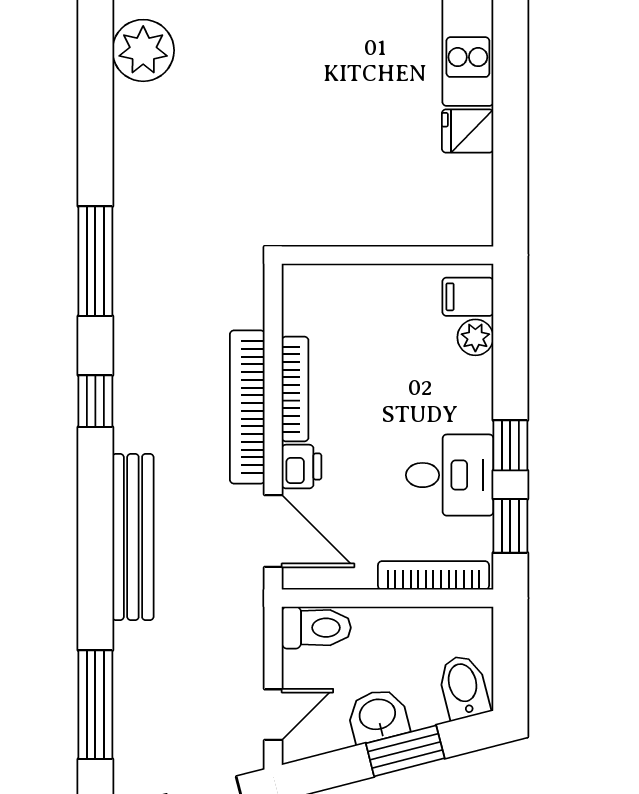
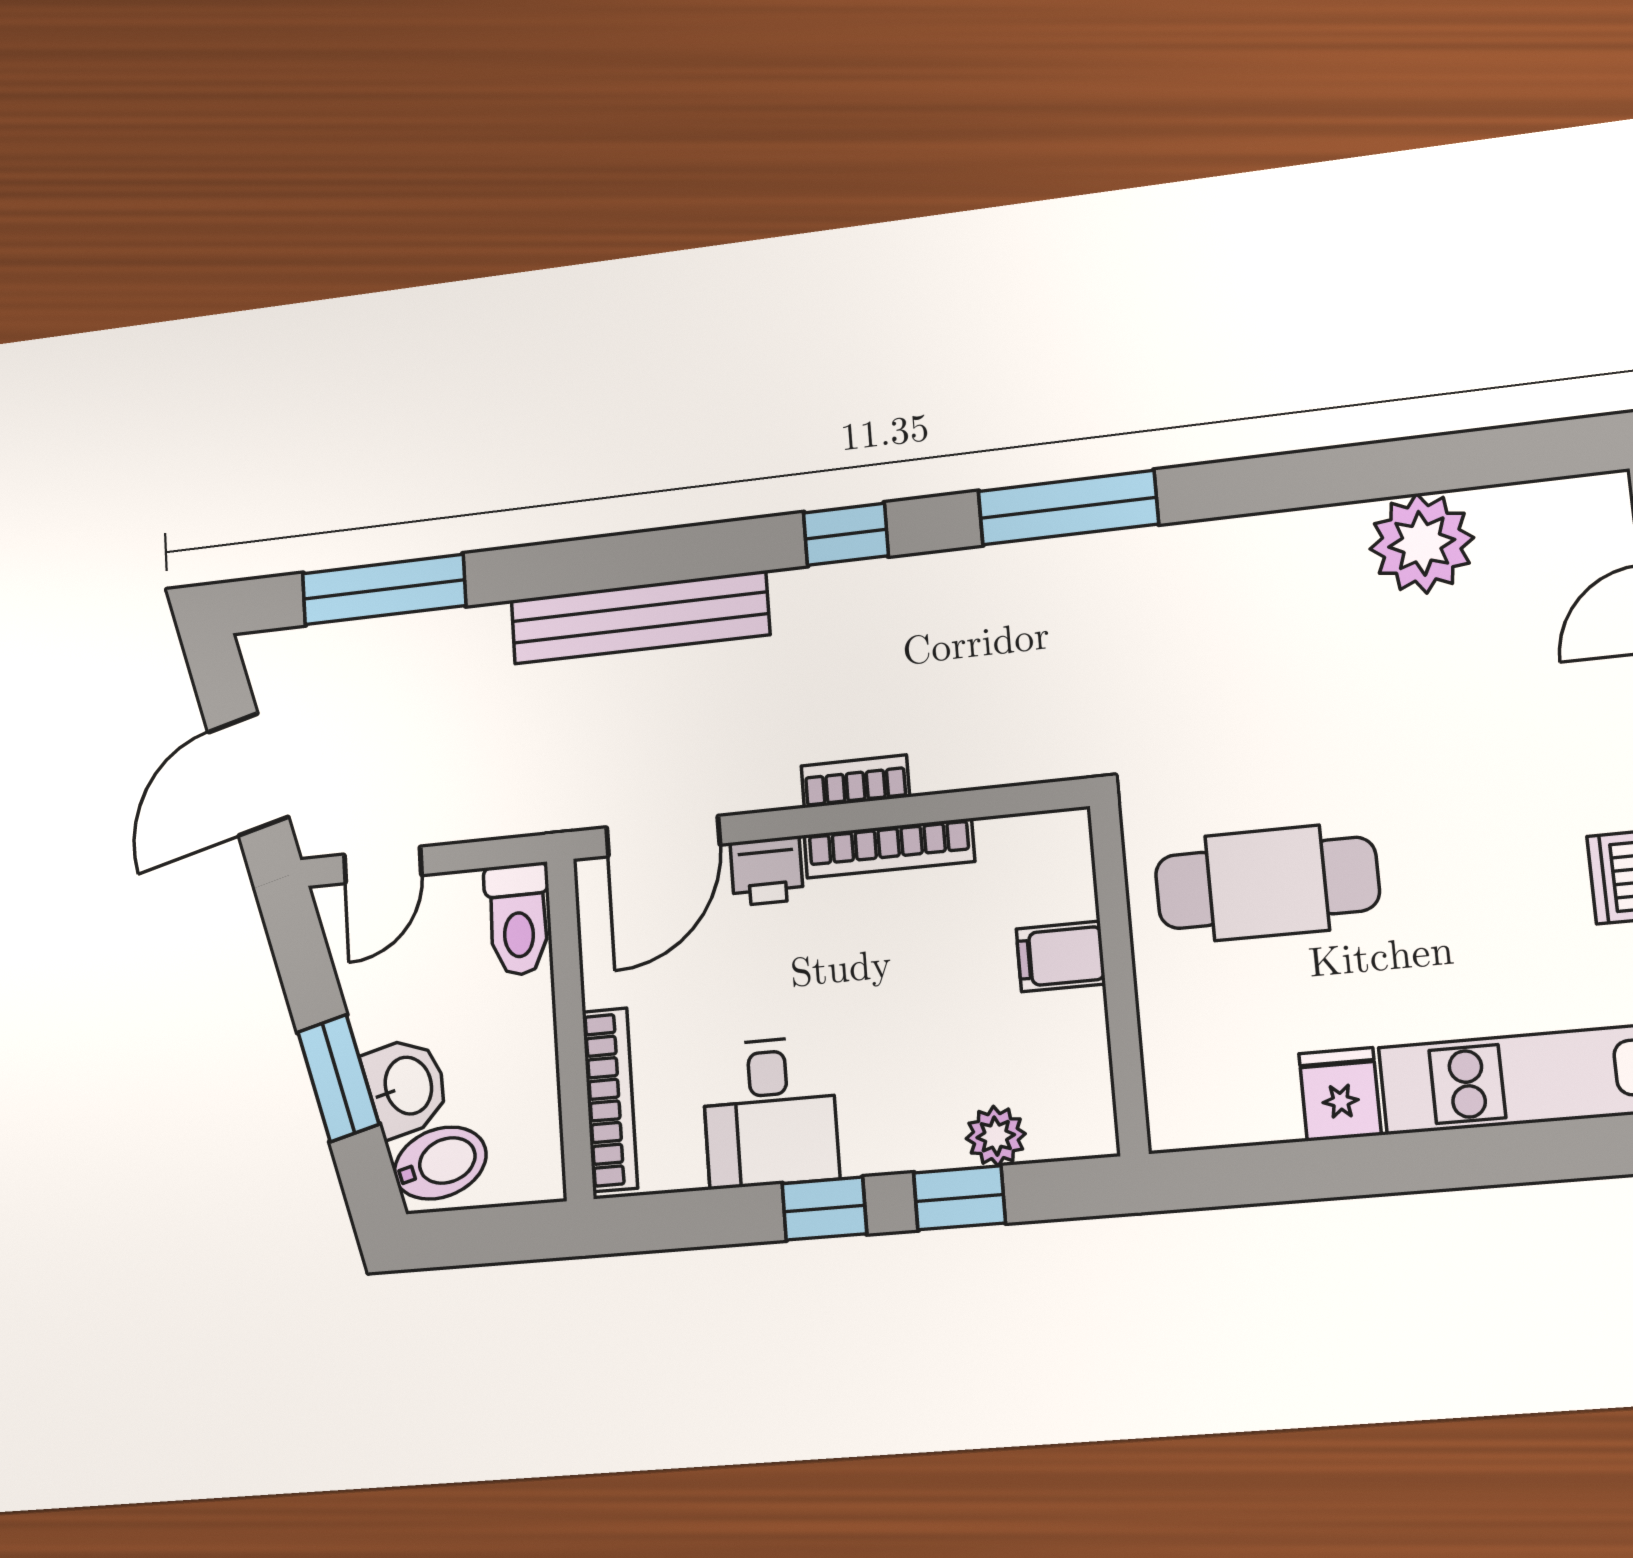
cafe table: (339, 162) -> (1267, 883), added
filing cabinet: (468, 297) -> (1061, 956), moved, turned -90
bookcase: (247, 407) -> (855, 781), width x0.43, depth x0.76
window: (510, 526) -> (960, 1198), moved
door: (273, 715) -> (383, 865), hinge flipped
washbasin: (378, 716) -> (406, 1086), moved

